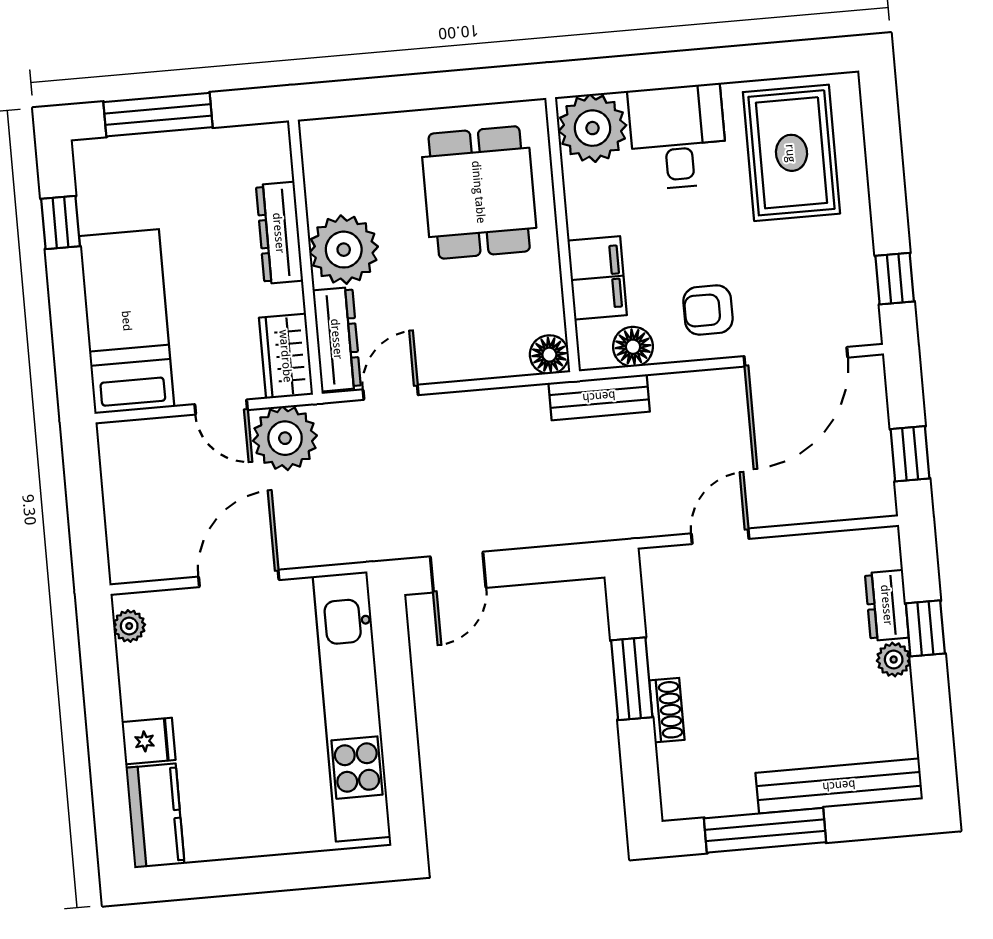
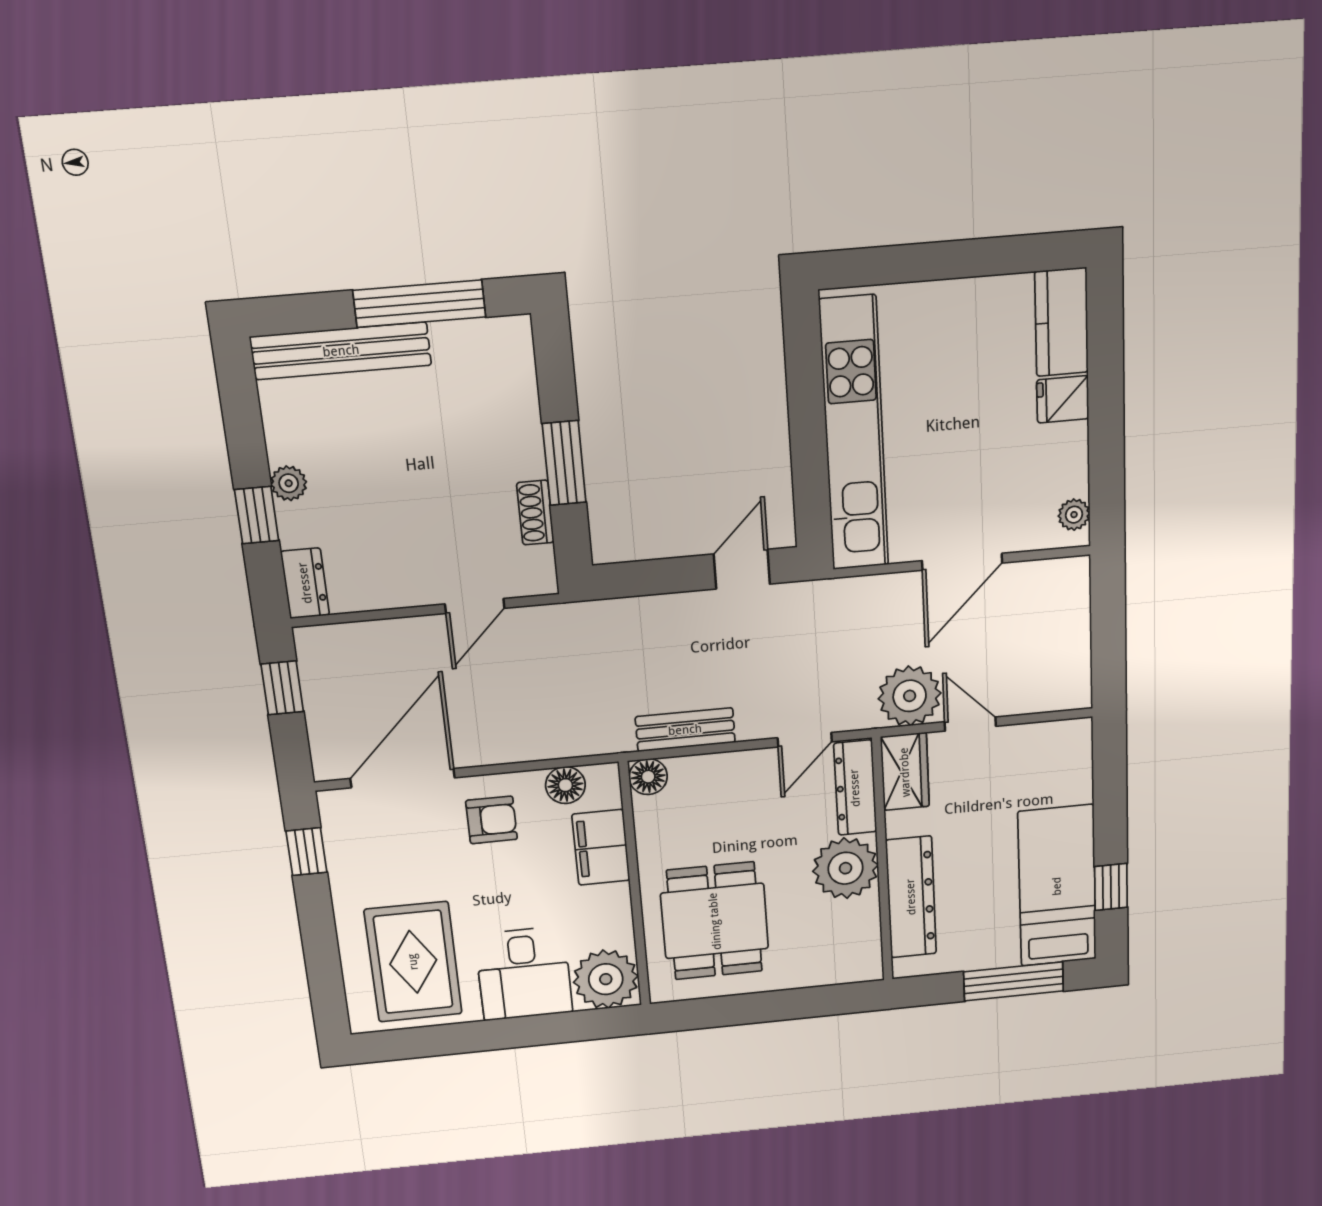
dresser: (279, 233) -> (911, 897), width x1.37, depth x1.24
bed: (127, 321) -> (1057, 886), moved, turned 180
bench: (599, 397) -> (685, 730), moved
dresser: (887, 605) -> (305, 583), moved
shoe rack: (667, 710) -> (535, 513), moved

